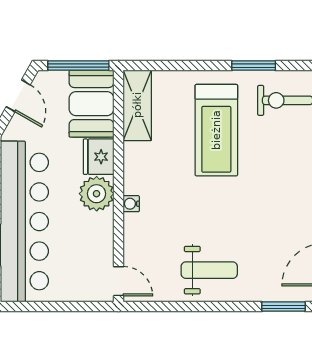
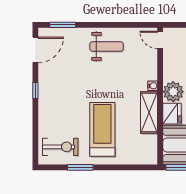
shelving: (137, 105) -> (149, 112), moved
weight bench: (209, 270) -> (107, 46), turned 180

